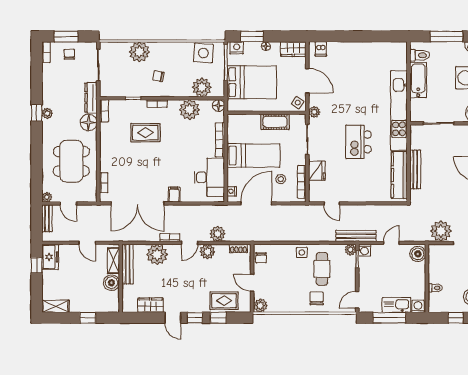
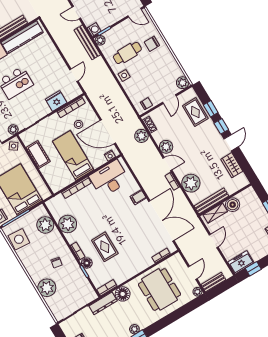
floor lamp: (218, 106) -> (87, 263), moved
dining table: (71, 161) -> (160, 289), turned 90
plant: (218, 234) -> (141, 136), moved

